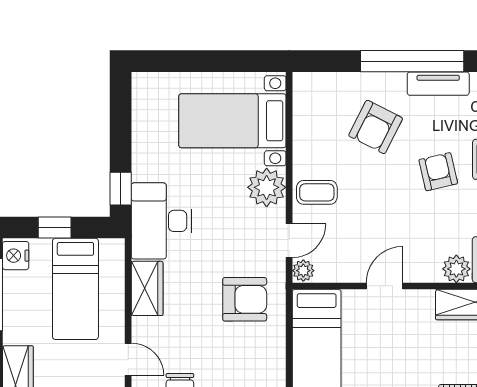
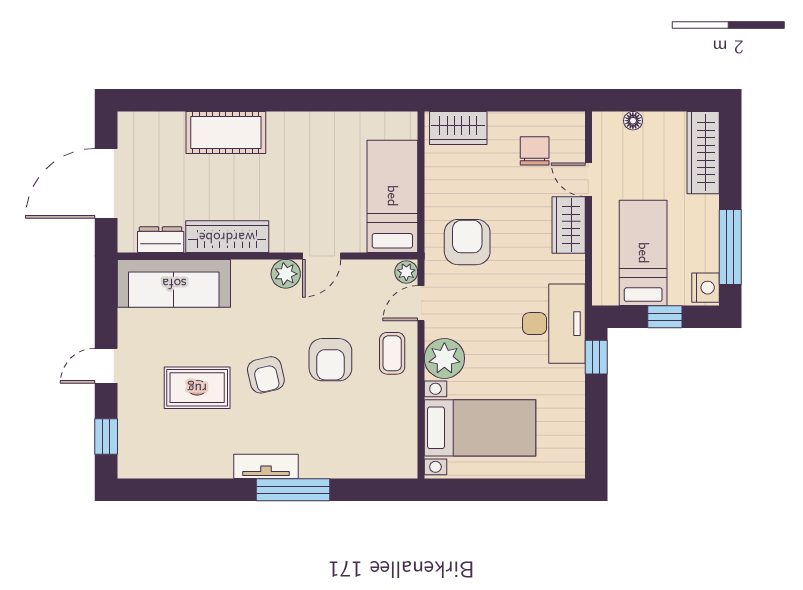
window: (412, 61) -> (293, 490), width x0.68
armchair: (376, 127) -> (330, 360), moved, turned 153
coffee table: (317, 192) -> (392, 353), turned 90
plant: (456, 269) -> (286, 274), moved
wardrobe: (147, 288) -> (569, 225), moved
armchair: (245, 299) -> (467, 242), turned 90

